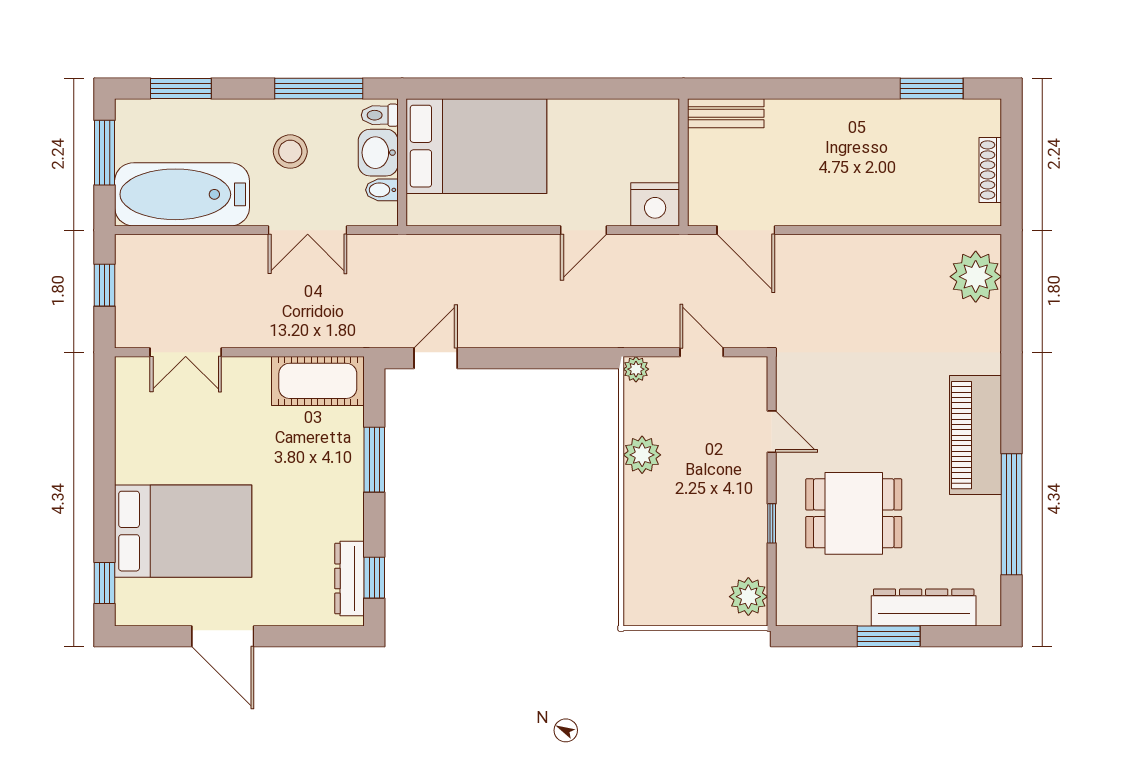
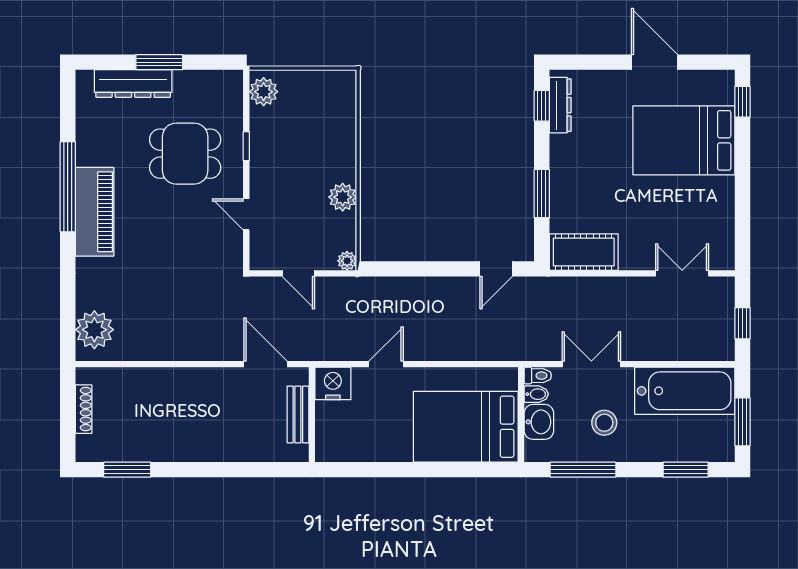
bench: (726, 113) -> (298, 414), moved, turned 90
toilet: (380, 115) -> (538, 376), moved
window: (1012, 514) -> (68, 187), moved

